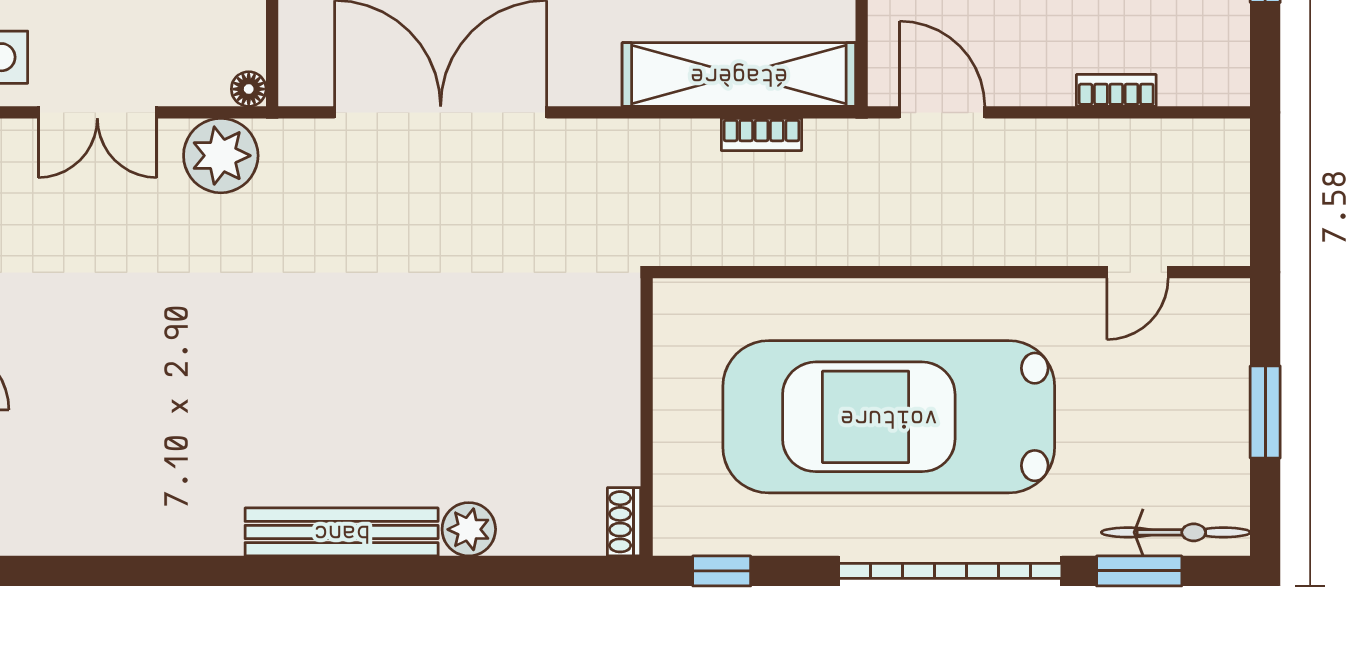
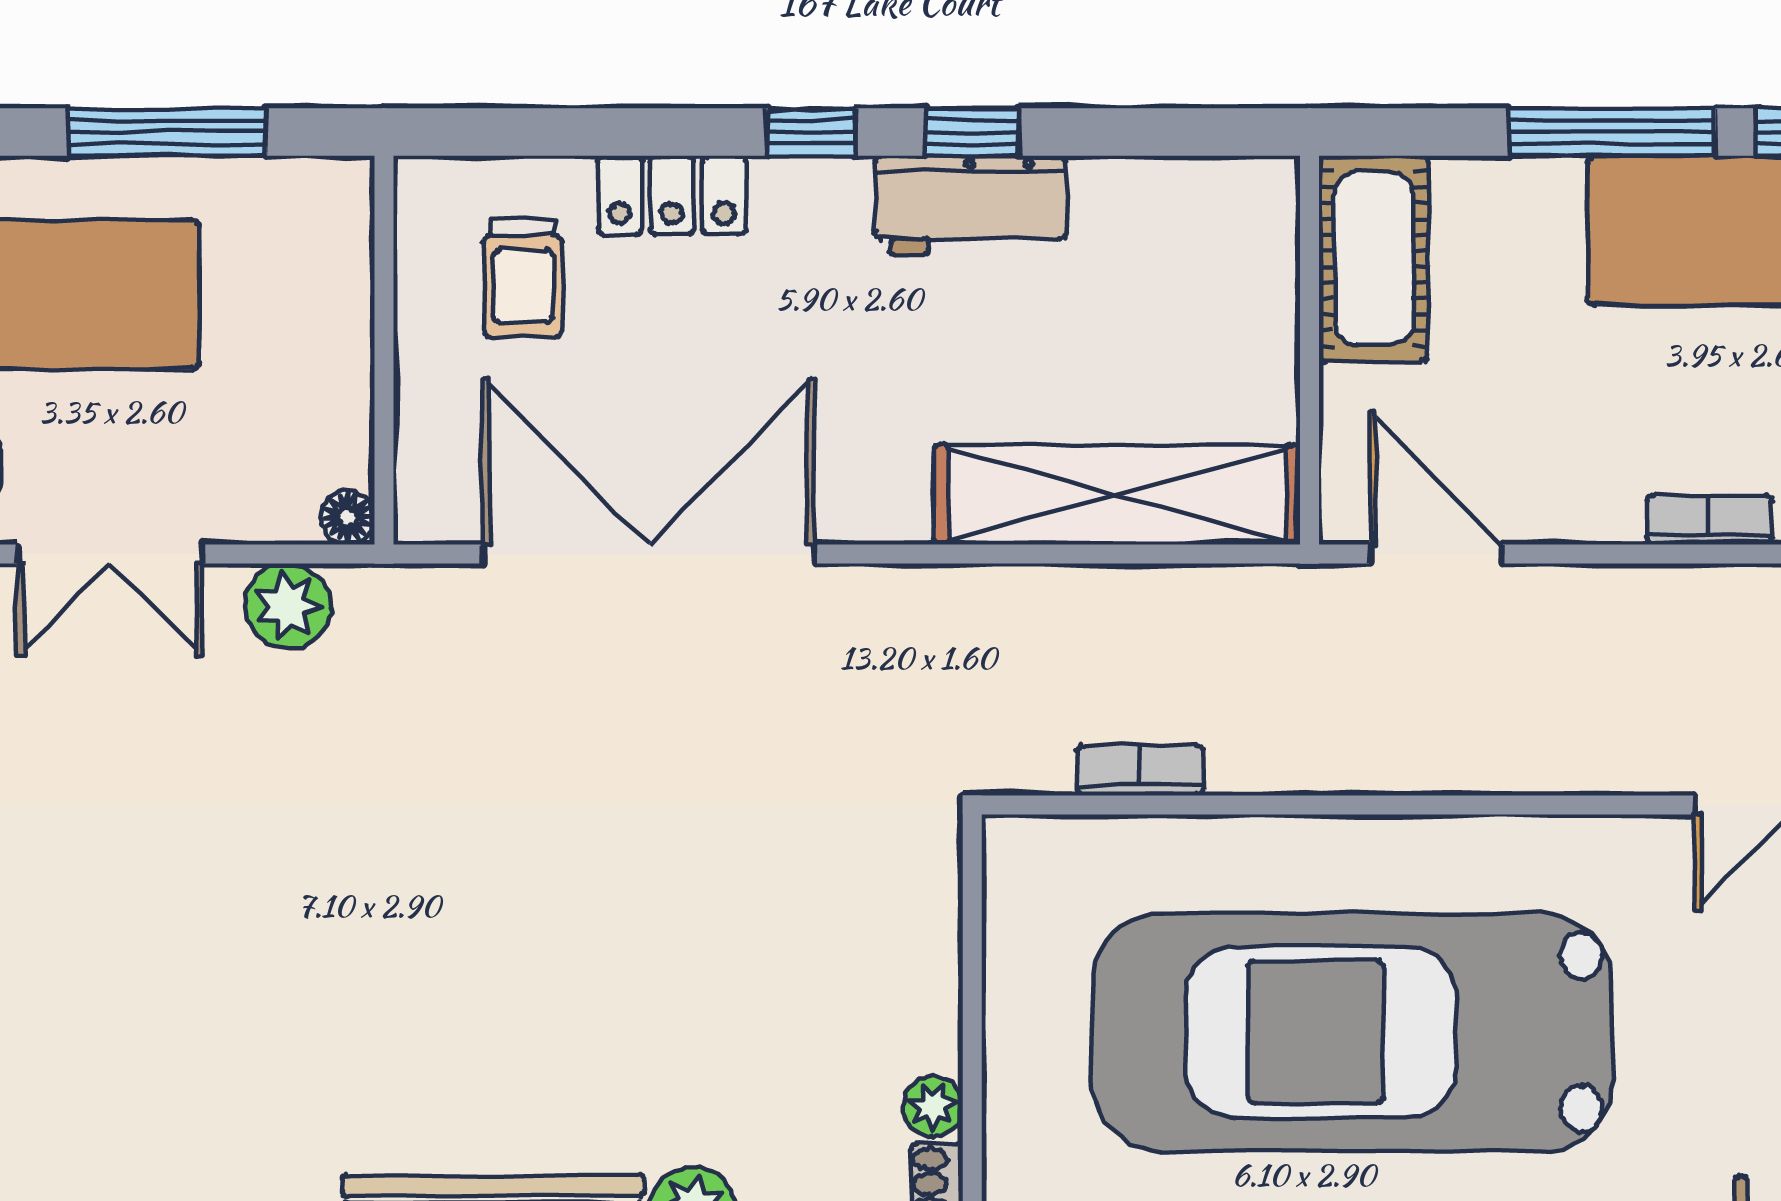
bookcase: (761, 134) -> (1140, 770), moved, turned 180
plant: (221, 156) -> (288, 606), width x0.73, depth x0.73
plant: (621, 464) -> (933, 1107), added

